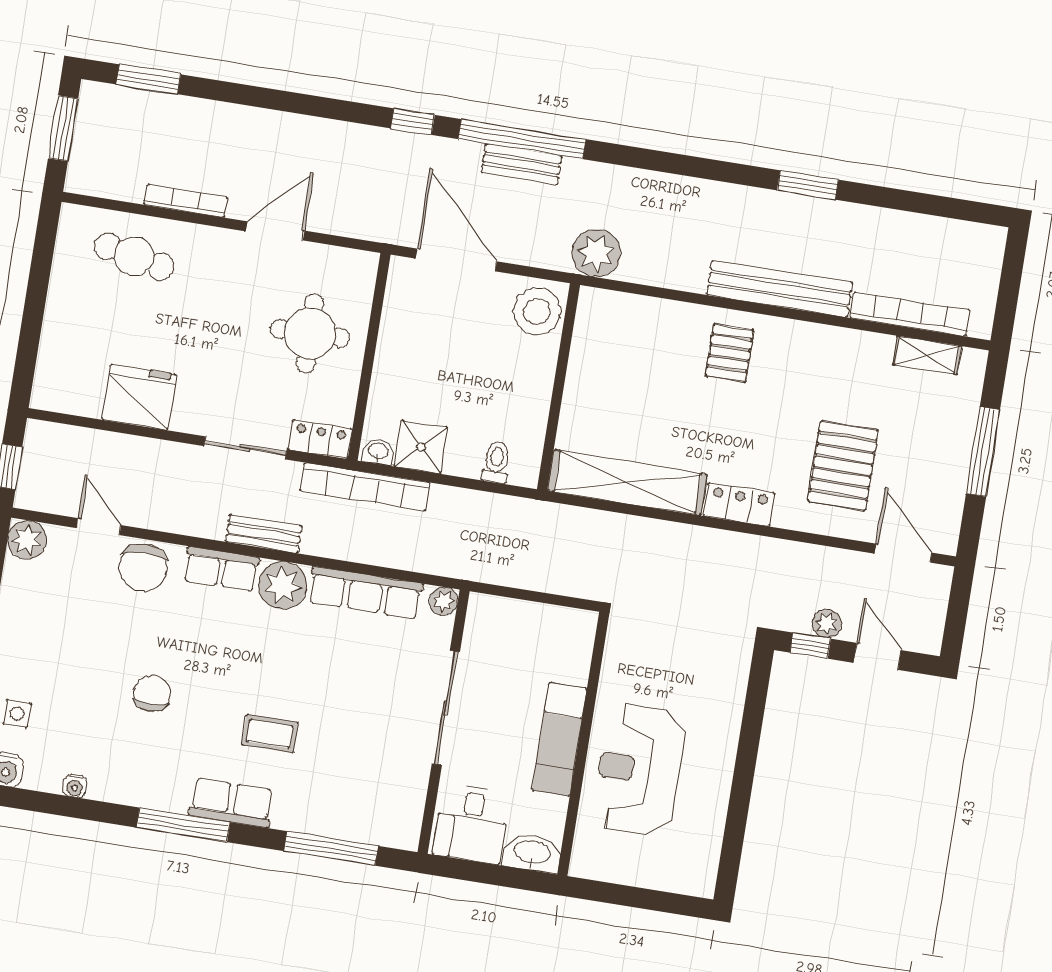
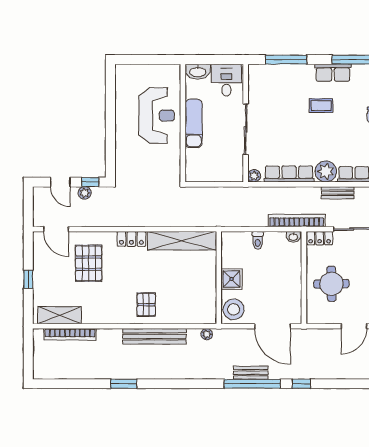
plant: (596, 253) -> (207, 334), width x0.53, depth x0.53
bench: (780, 289) -> (154, 336), moved
shelving: (927, 355) -> (60, 315), width x1.50, depth x1.33
shower: (421, 447) -> (231, 279), moved
window: (983, 452) -> (28, 279), width x0.46
toilet: (496, 462) -> (258, 240), moved

